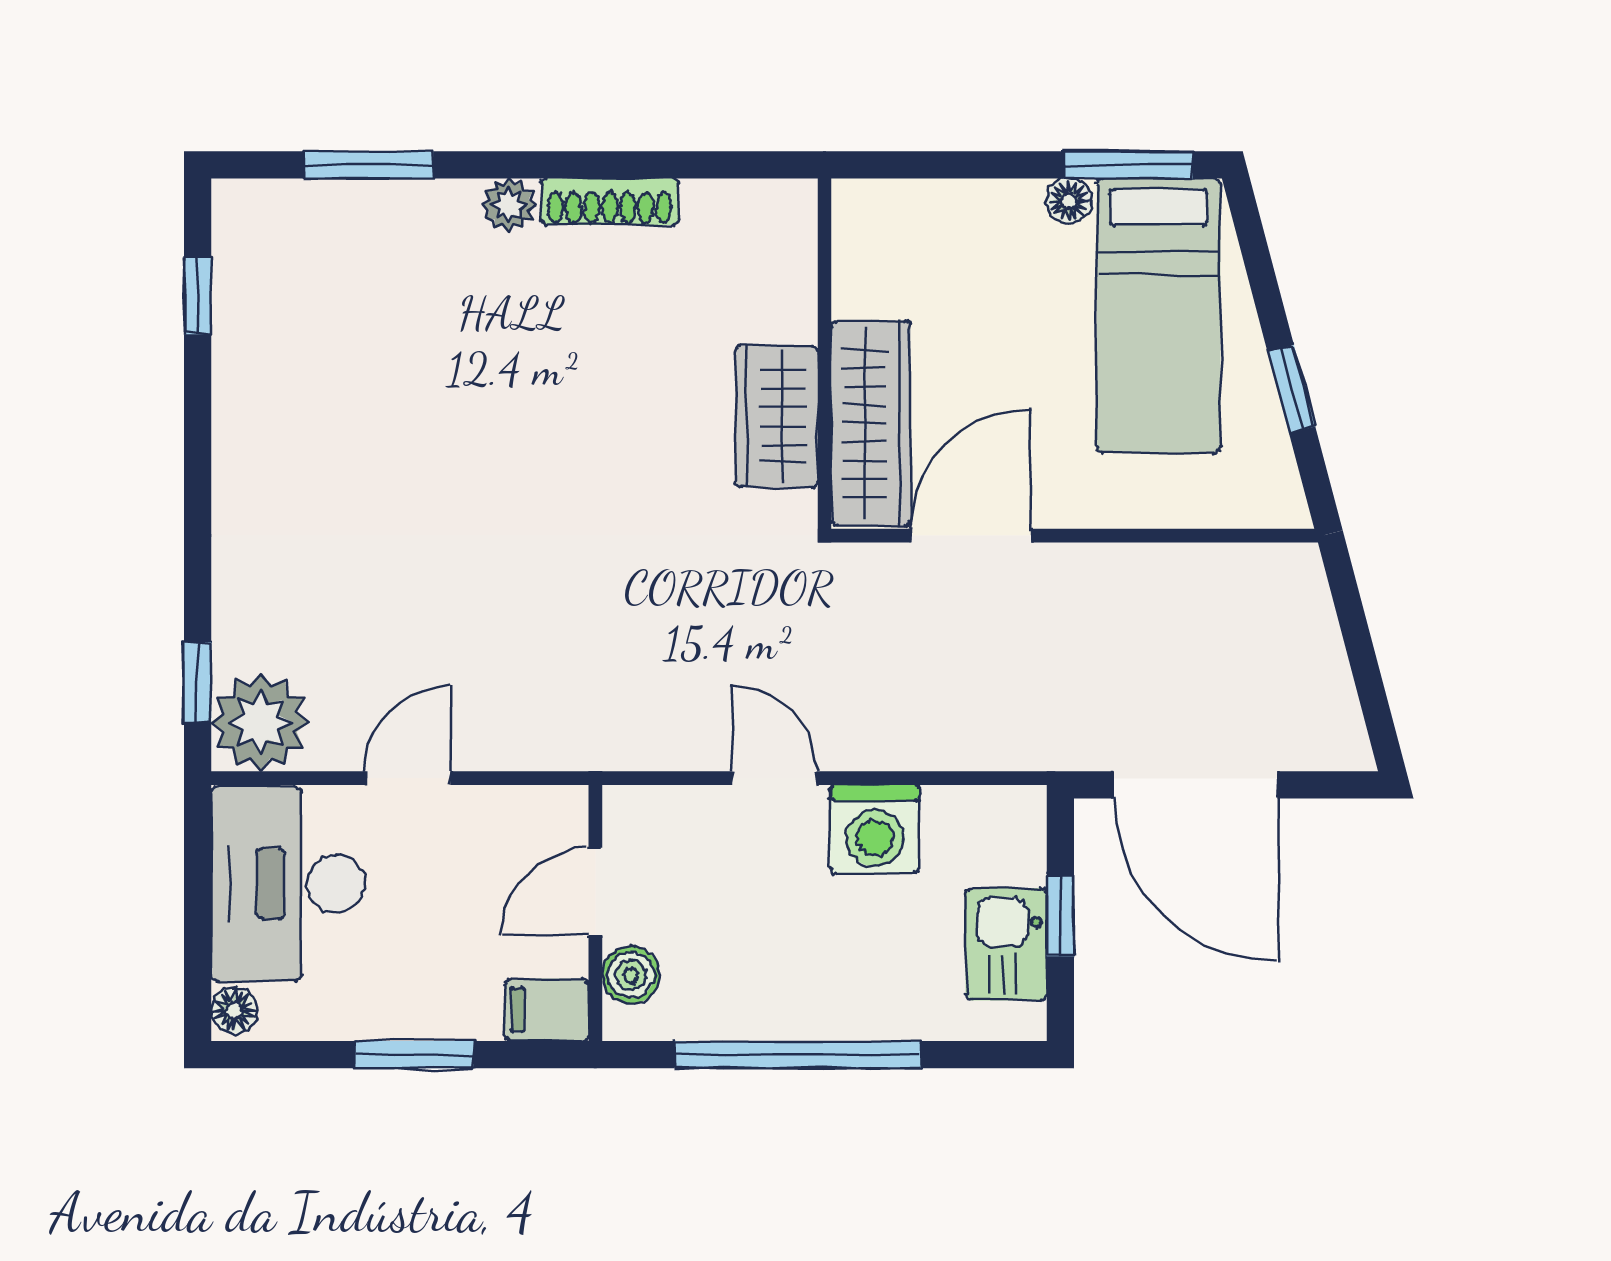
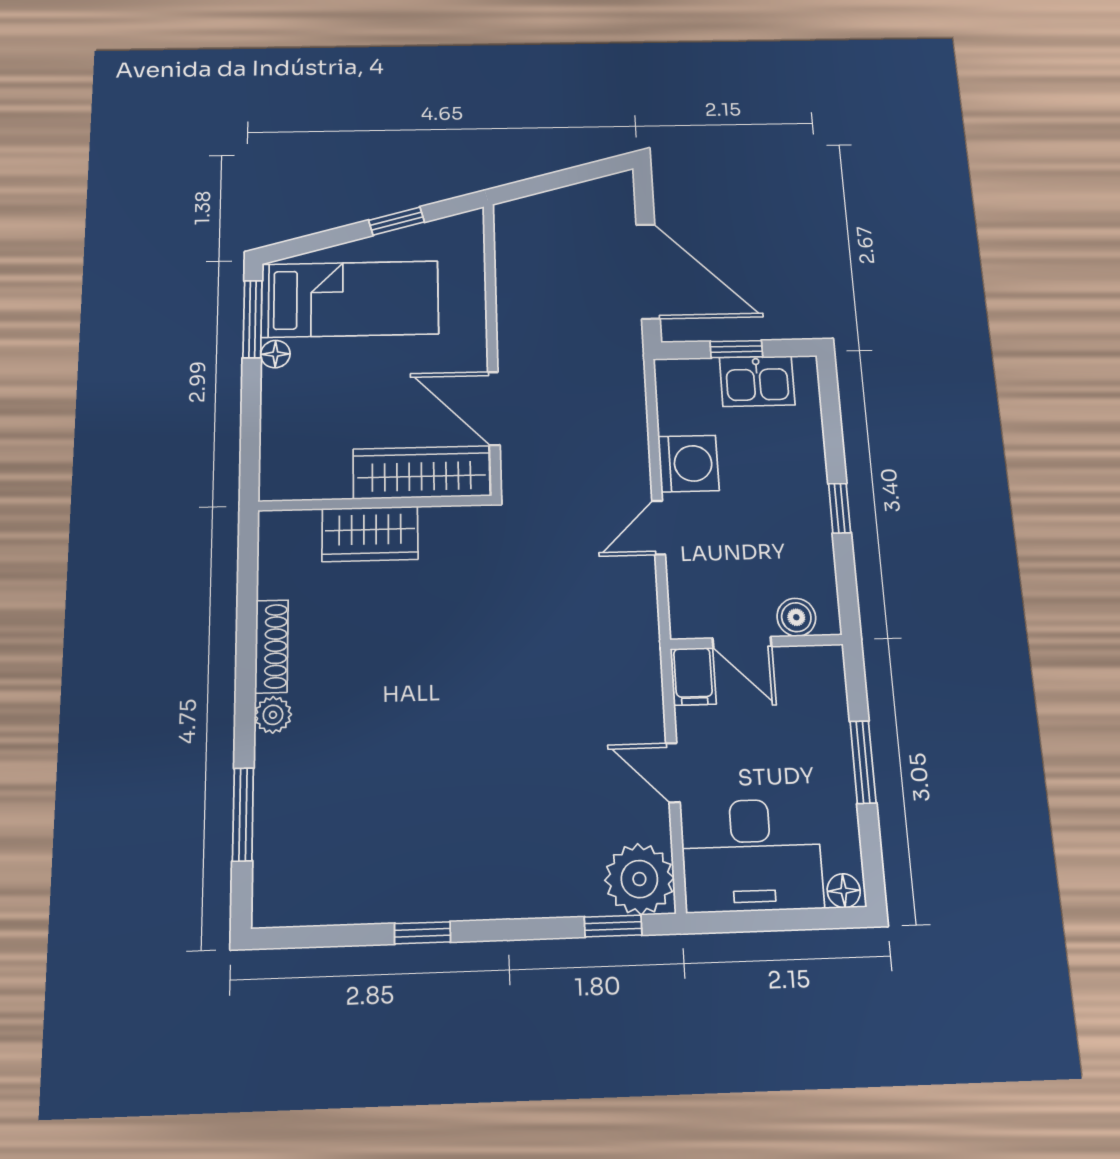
window: (198, 295) -> (422, 933), moved
wardrobe: (776, 416) -> (370, 534), moved
door: (1196, 785) -> (648, 271), hinge flipped
filing cabinet: (547, 1010) -> (693, 676), moved
window: (798, 1055) -> (840, 508), width x0.32

